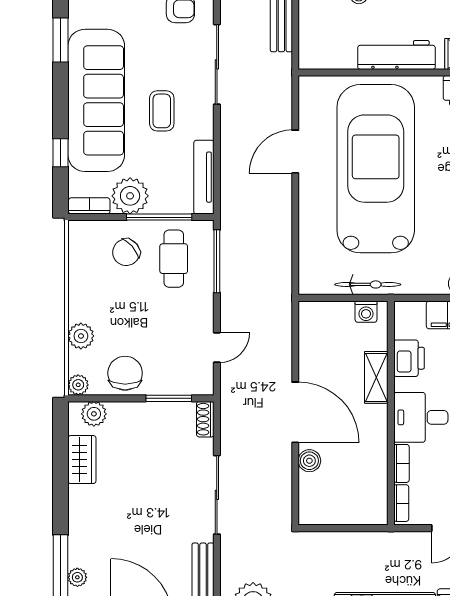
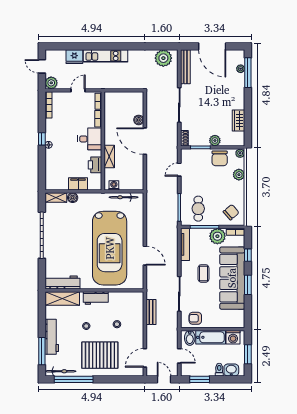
window: (61, 40) -> (248, 285), moved
workbench: (397, 55) -> (96, 298), width x0.73
door: (295, 152) -> (145, 256), hinge flipped
chair: (126, 252) -> (231, 212), moved
bicycle: (368, 284) -> (124, 197), moved
plant: (94, 414) -> (215, 141), moved

